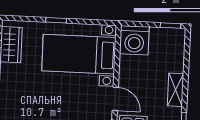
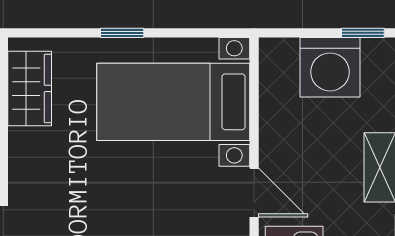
washing machine: (134, 40) -> (330, 67), moved

